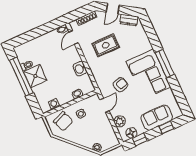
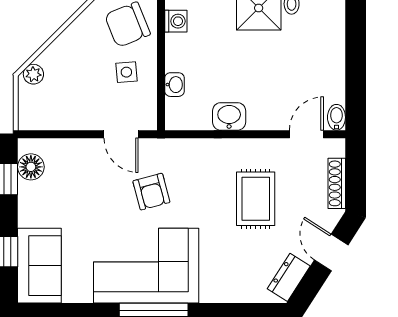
door: (74, 37) -> (306, 134), hinge flipped
sofa: (157, 118) -> (39, 266), moved
plant: (120, 121) -> (69, 152), removed

